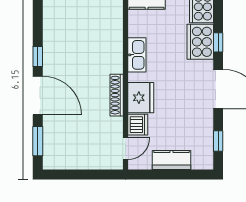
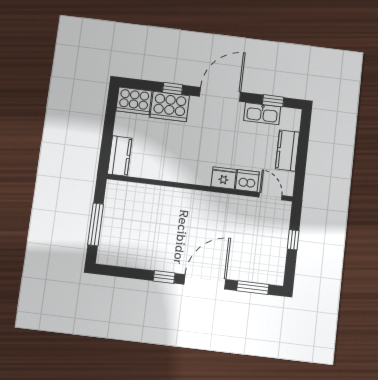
kitchen sink: (137, 55) -> (262, 114), moved, turned 180
shoe rack: (117, 95) -> (214, 199), removed
fridge: (141, 98) -> (224, 178), width x0.73, depth x0.75
window: (87, 174) -> (293, 240), added

